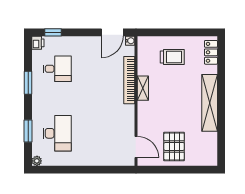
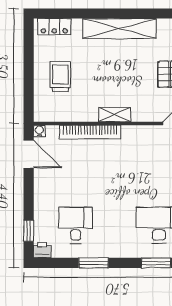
shelving: (143, 88) -> (114, 115), moved

